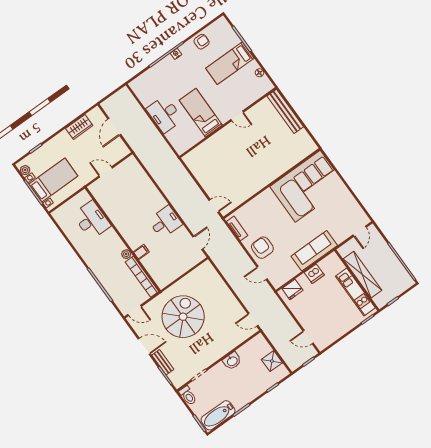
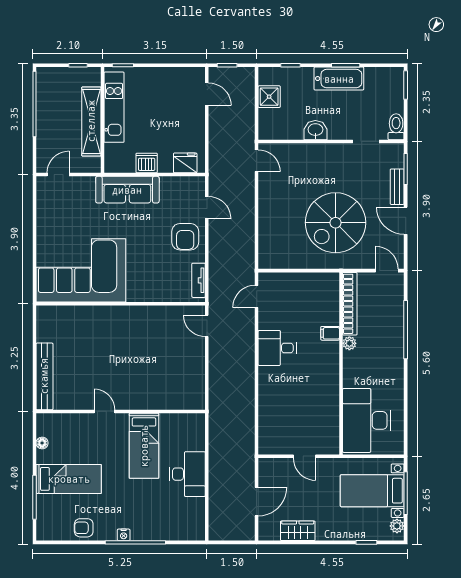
desk: (92, 220) -> (367, 420), width x1.36, depth x1.30
bathtub: (218, 415) -> (339, 79), moved

